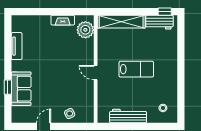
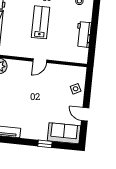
sofa: (21, 89) -> (64, 133), moved
workbench: (128, 116) -> (84, 34), width x0.73

